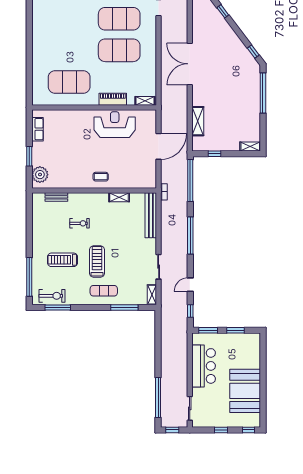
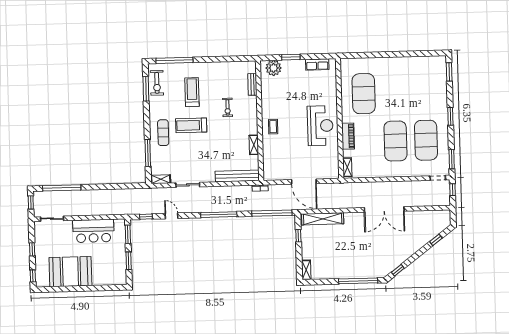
double door: (190, 64) -> (384, 209), swing flipped
shelving: (198, 121) -> (323, 219), width x1.47
reception desk: (115, 125) -> (320, 126), moved
treadmill: (97, 262) -> (191, 125), turned 180

